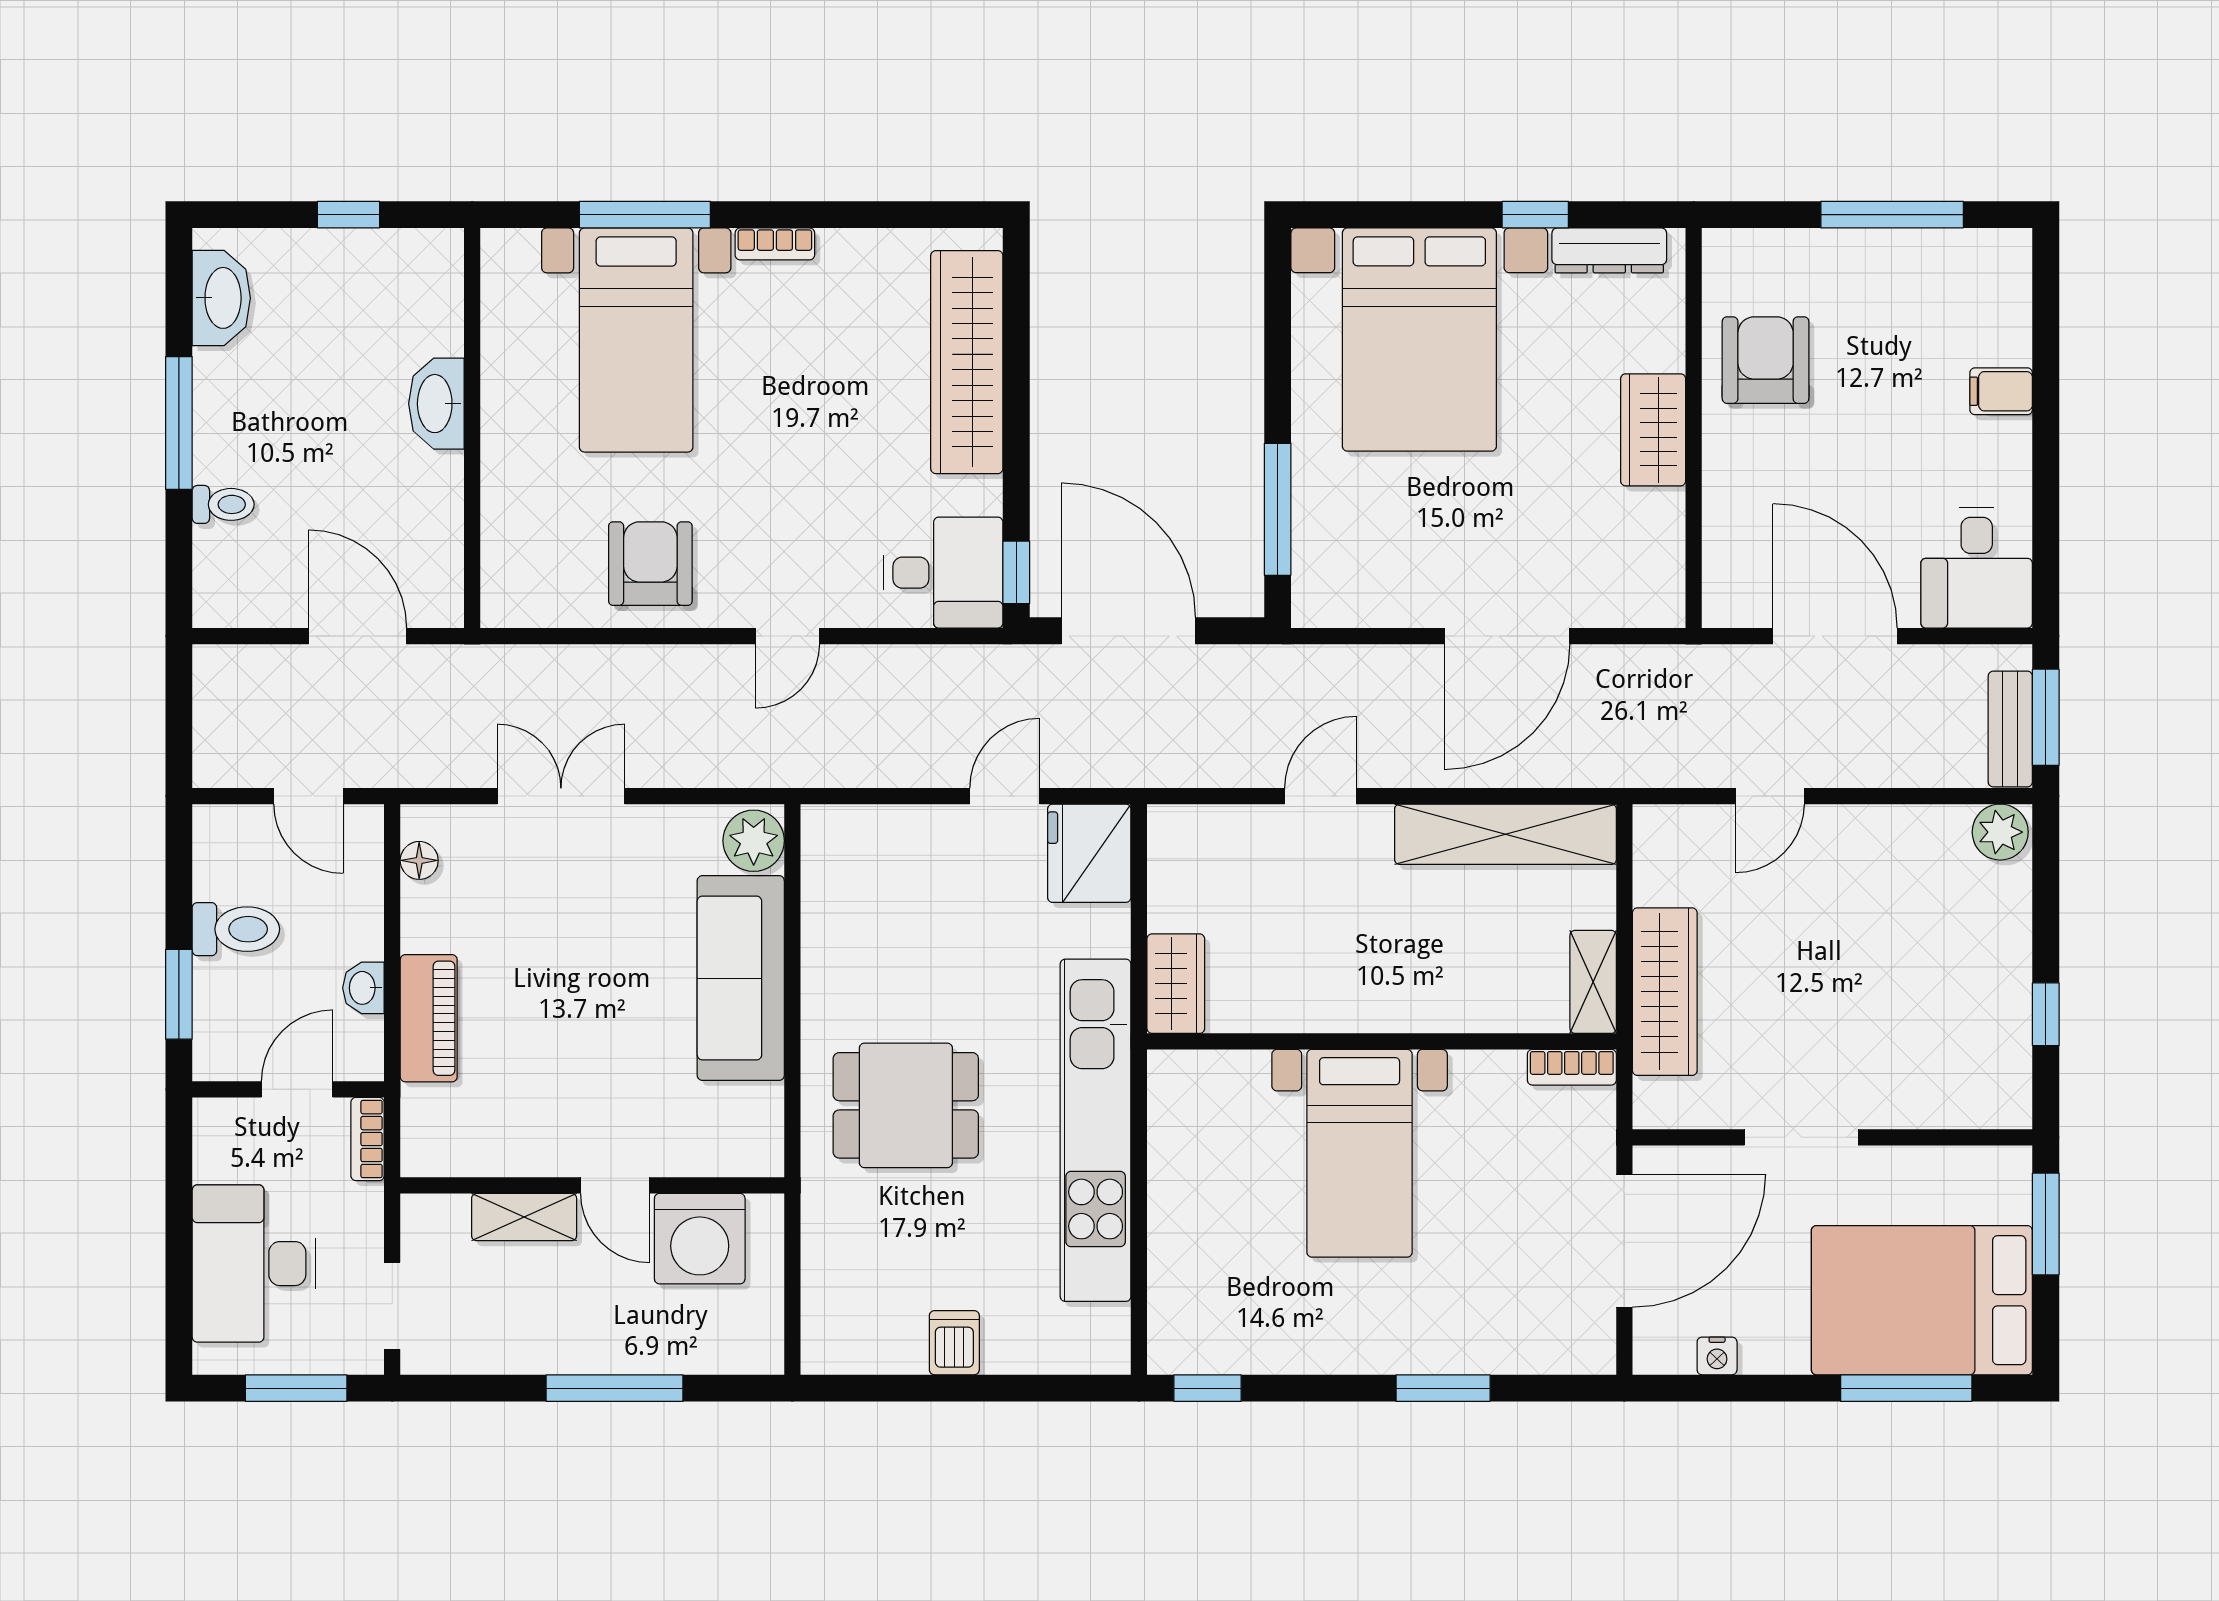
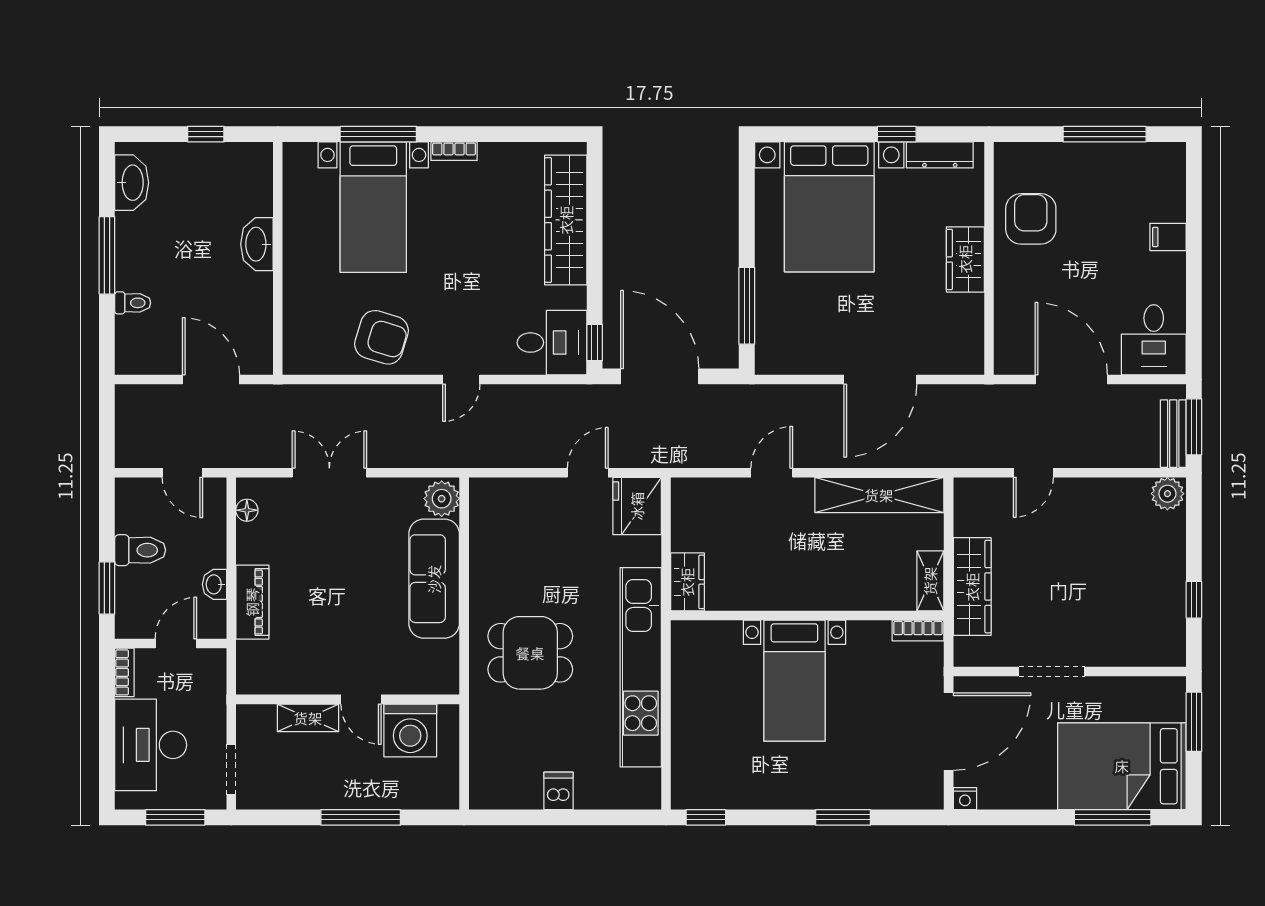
armchair: (650, 564) -> (381, 337), turned 107
bookcase: (368, 1139) -> (124, 672), moved, turned 180
nightstand: (1717, 1356) -> (965, 799), moved

